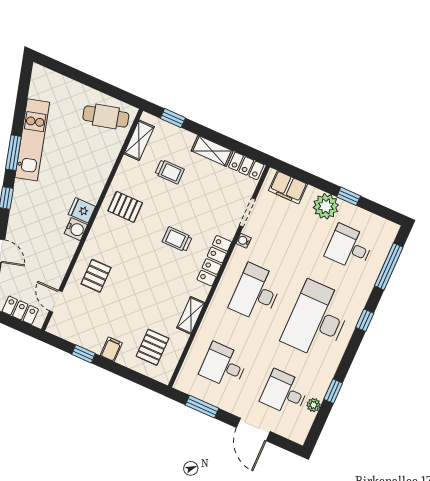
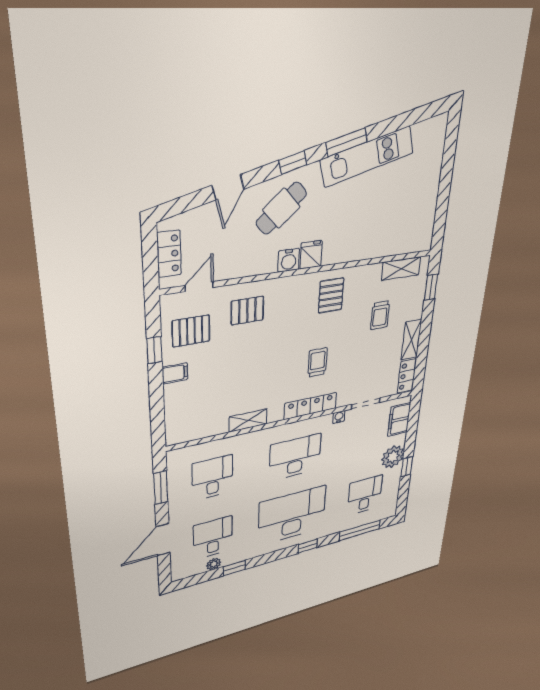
cafe table: (106, 116) -> (281, 208), moved, turned 63
pallet: (153, 347) -> (191, 331), moved

